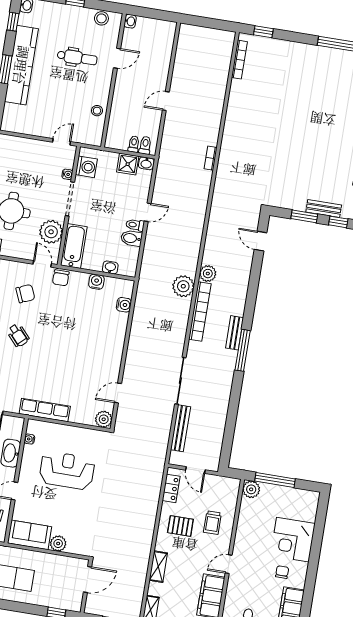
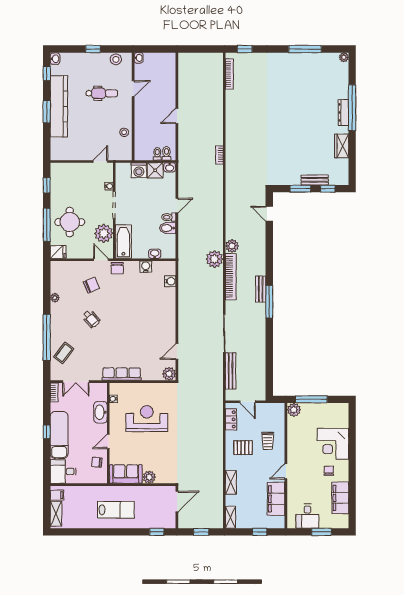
washing machine: (86, 167) -> (139, 170), moved, turned 90

